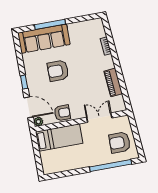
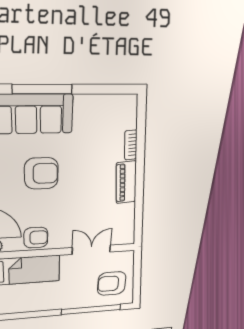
armchair: (58, 71) -> (41, 173), turned 180
piano: (113, 82) -> (126, 182), moved

